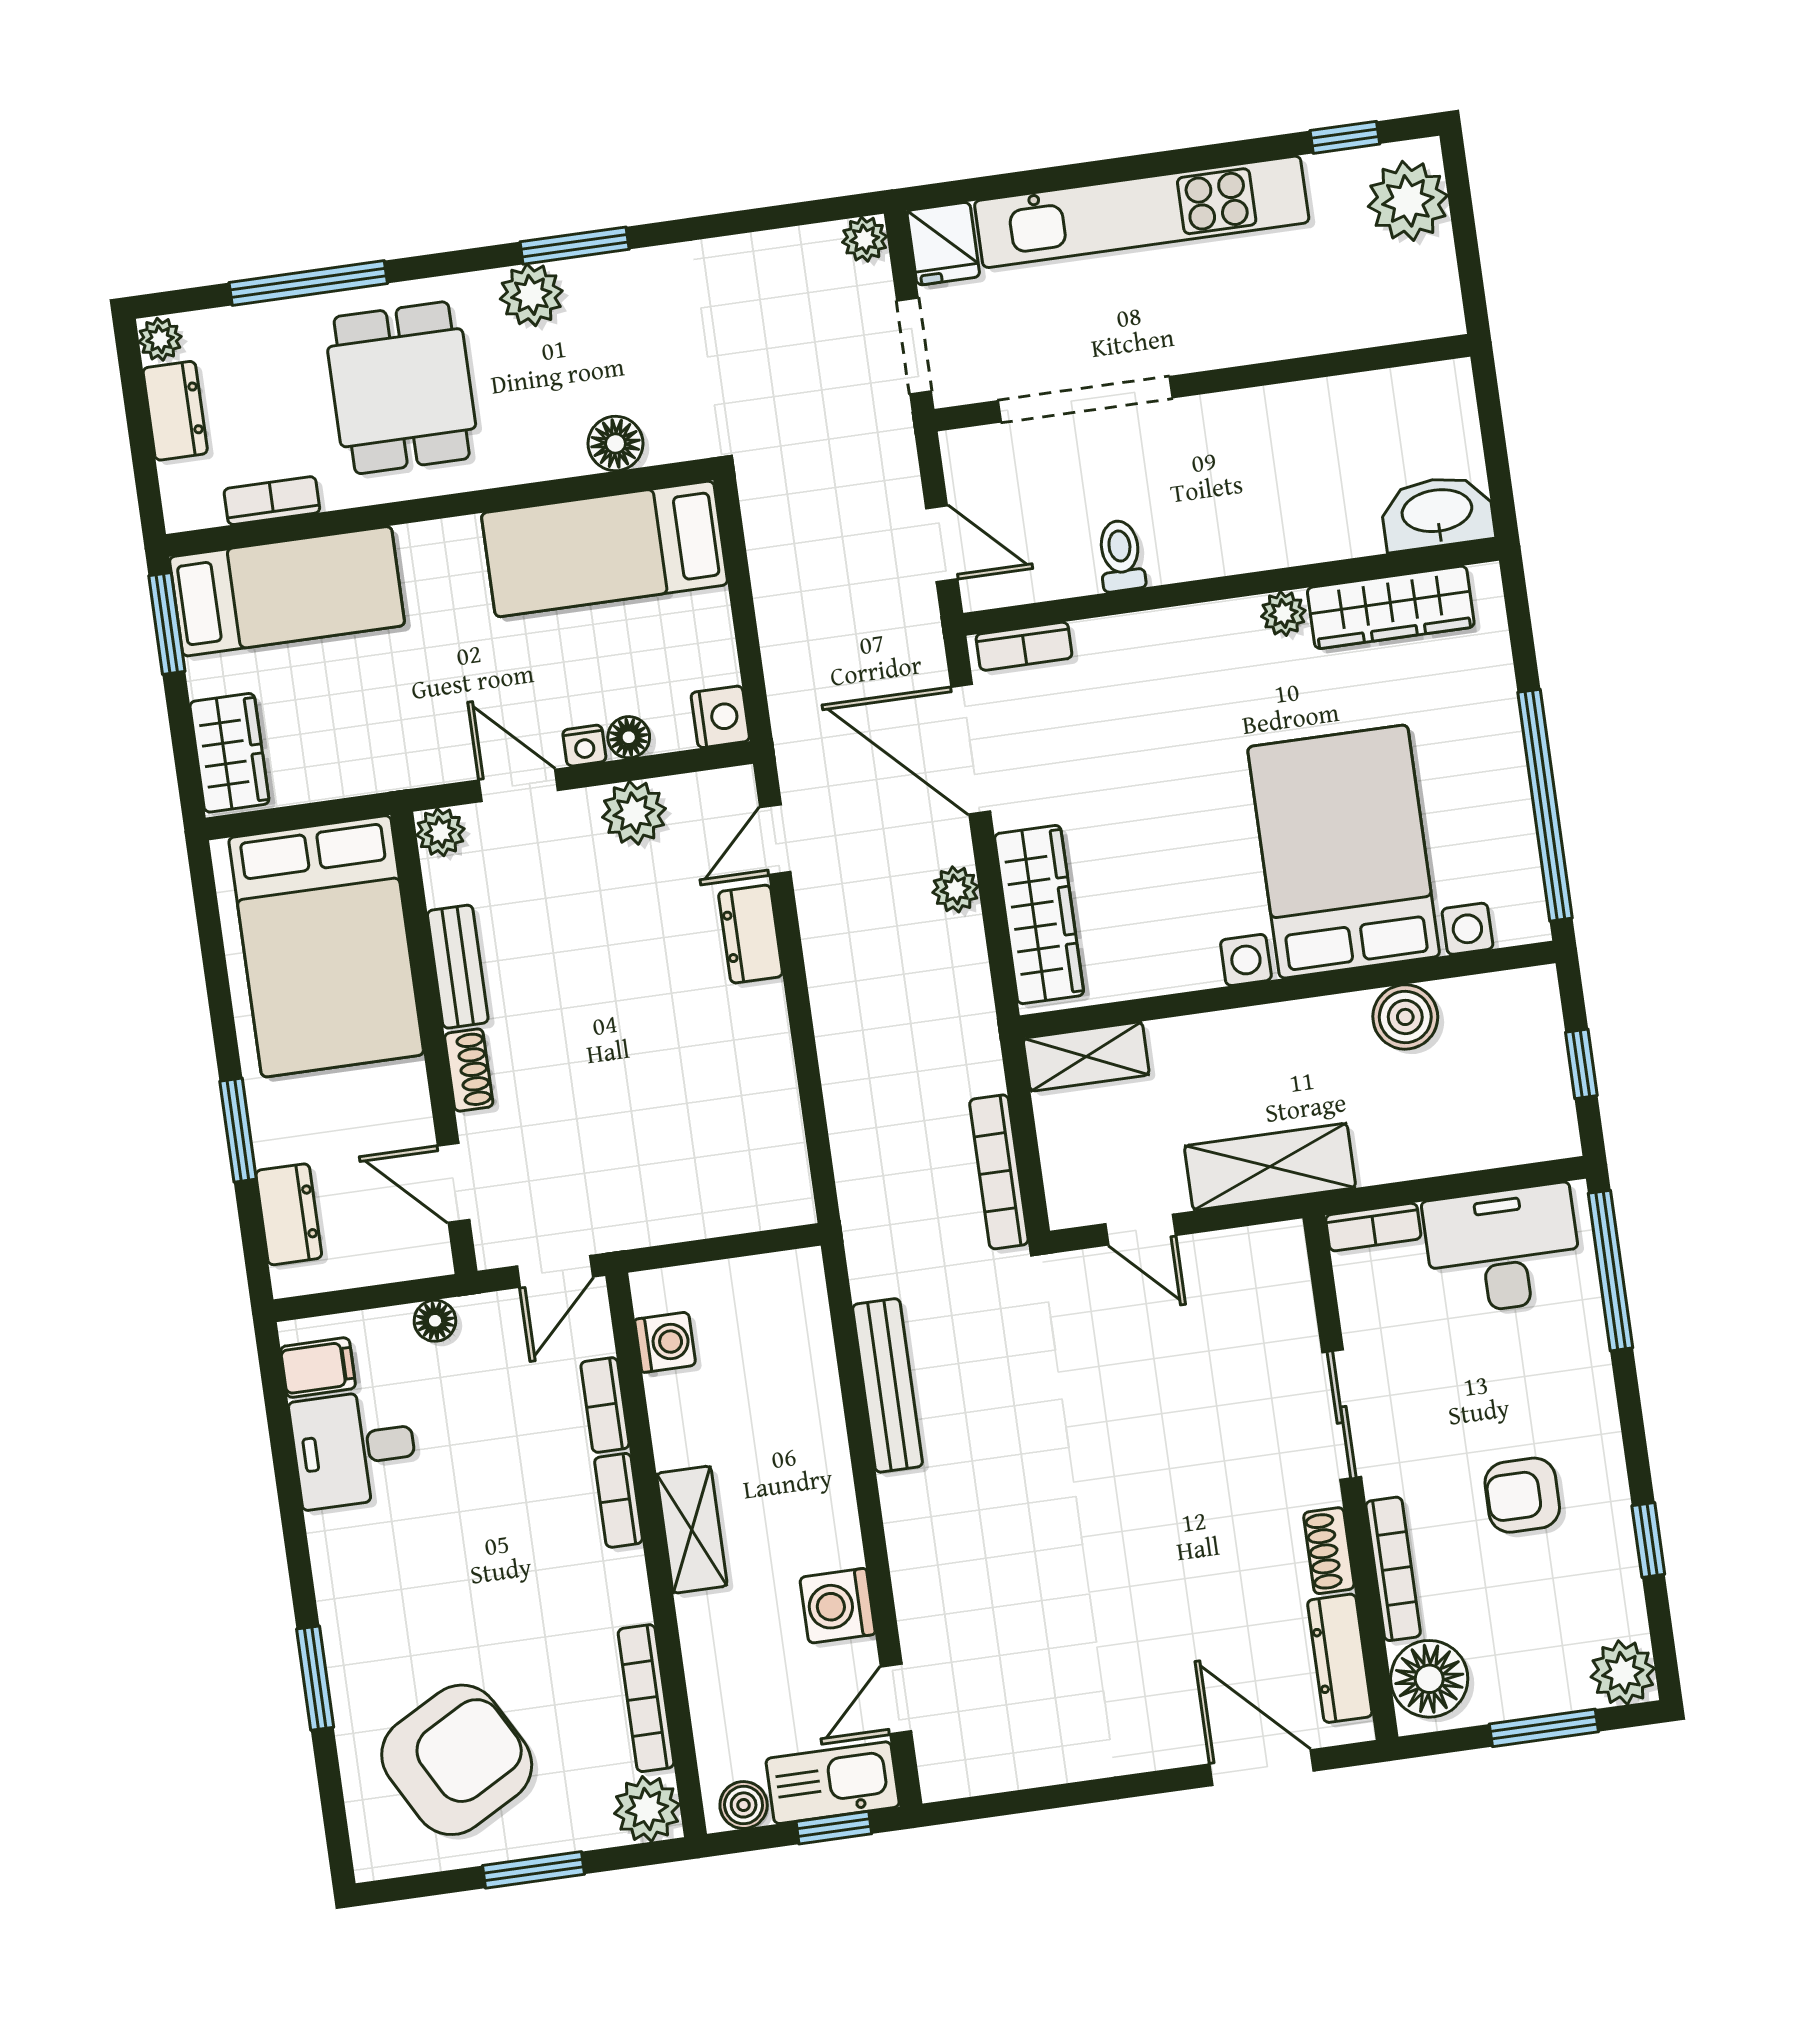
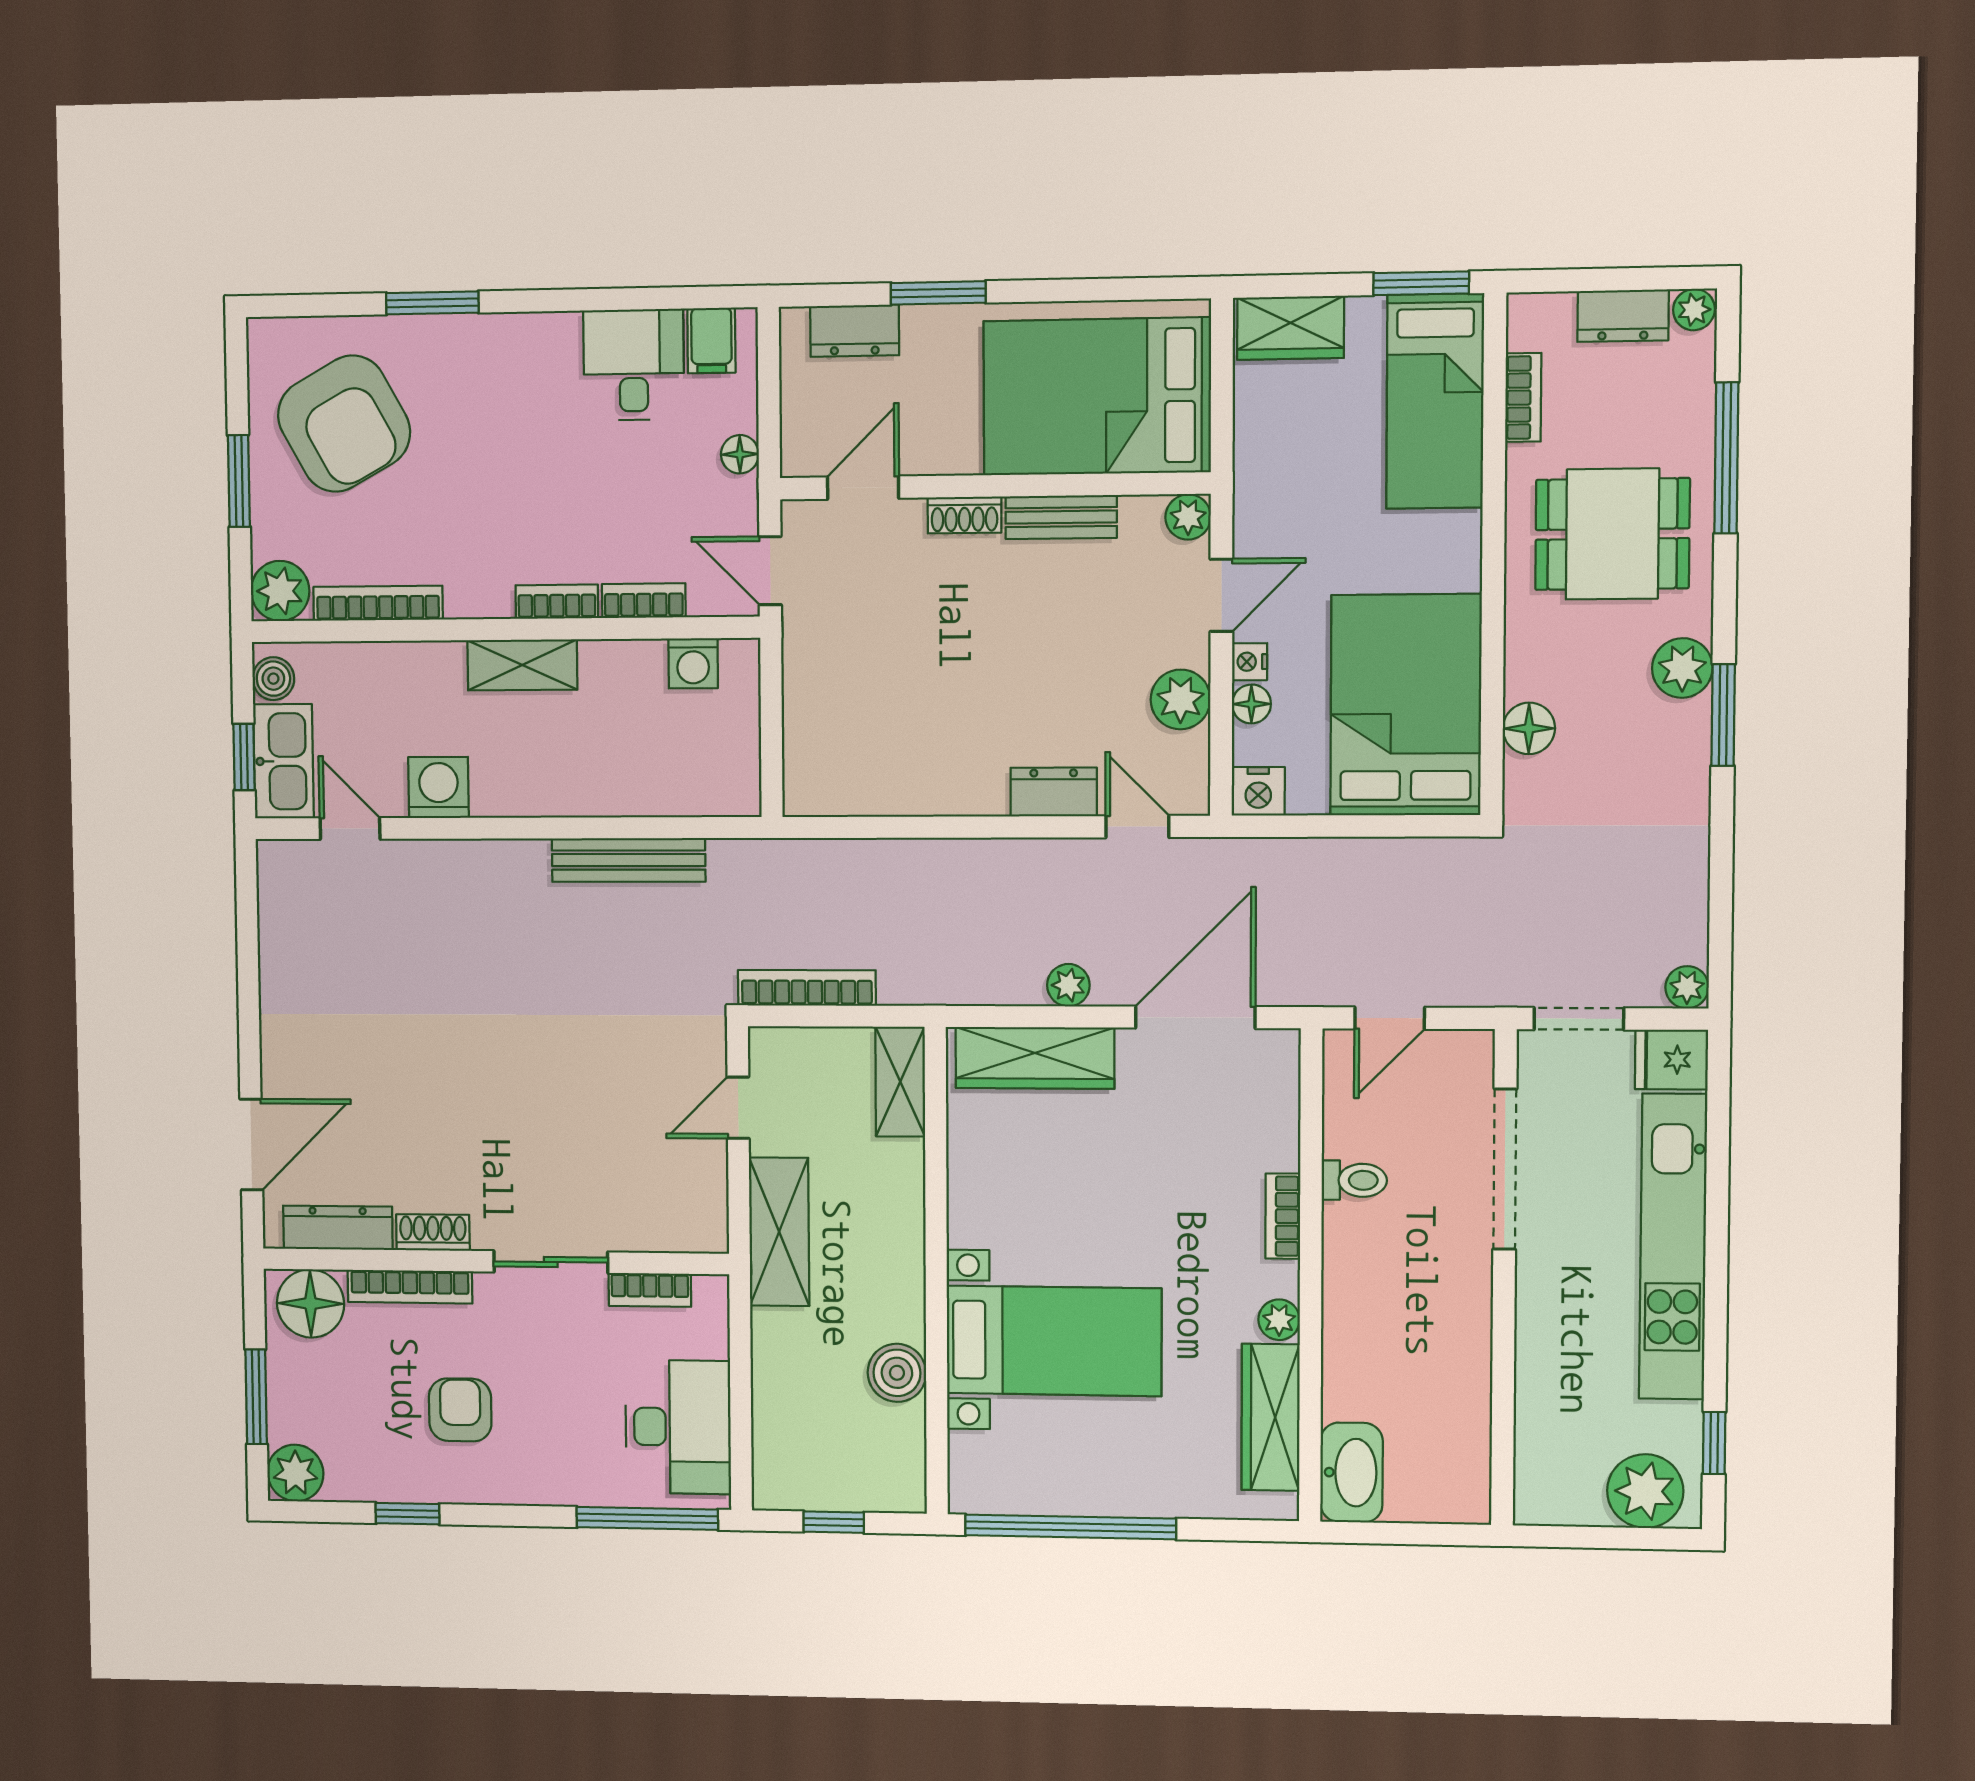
bed: (605, 549) -> (1406, 705), width x1.50
bookcase: (1024, 646) -> (1283, 1216), moved
bed with nightstands: (1344, 852) -> (1054, 1341), width x0.73
bookcase: (1373, 1227) -> (650, 1290), moved, turned -90

